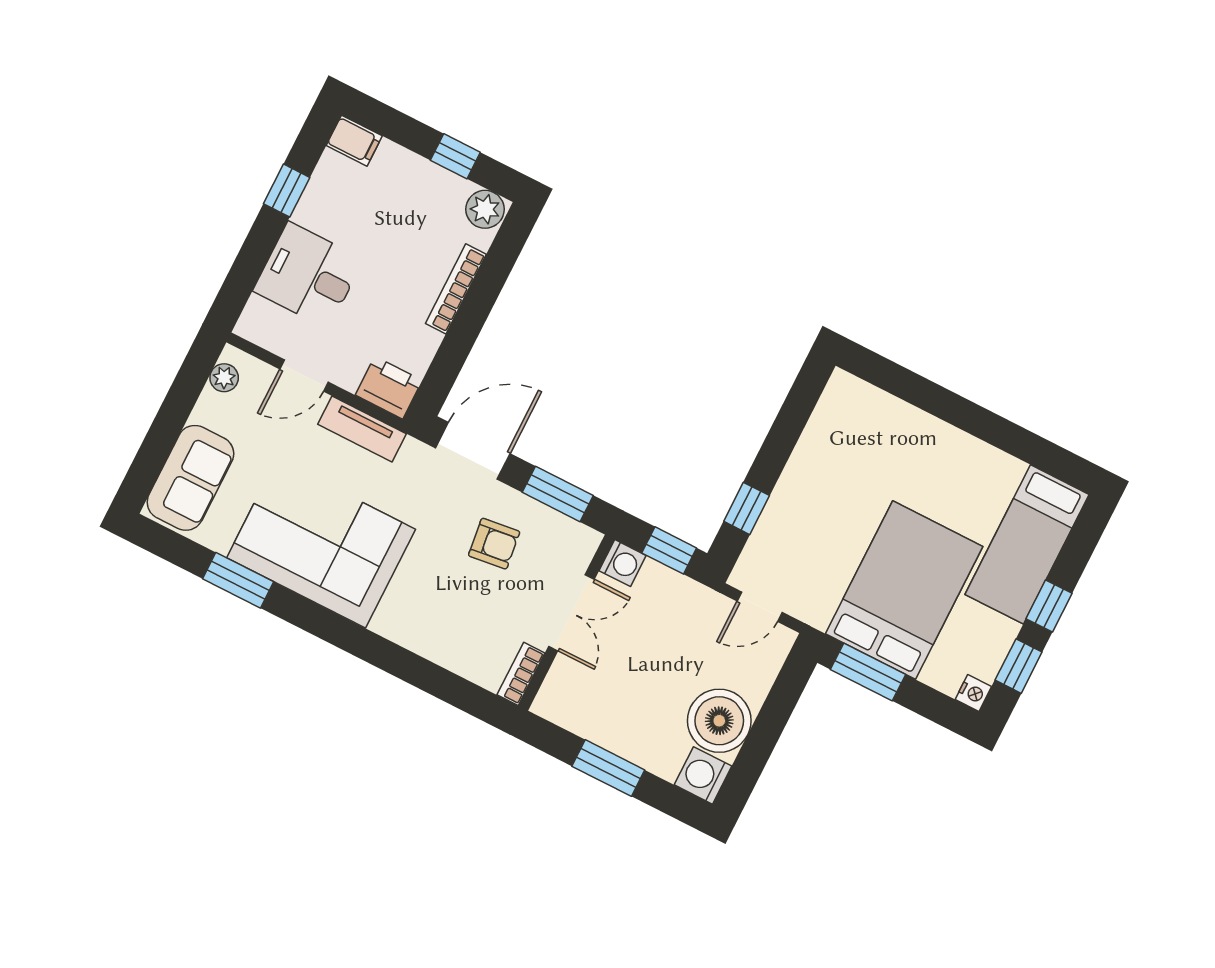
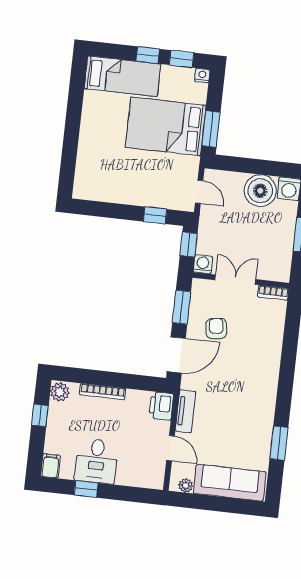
desk: (308, 275) -> (96, 461), moved
door: (473, 451) -> (176, 355), swing flipped
sofa: (190, 478) -> (230, 483), width x1.36
corner sofa: (321, 543) -> (247, 410), removed

